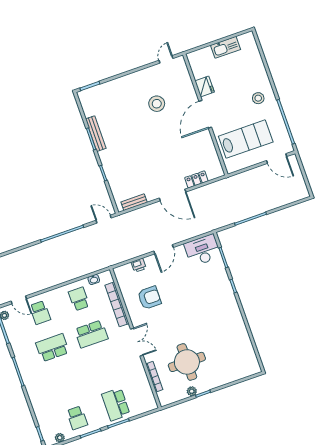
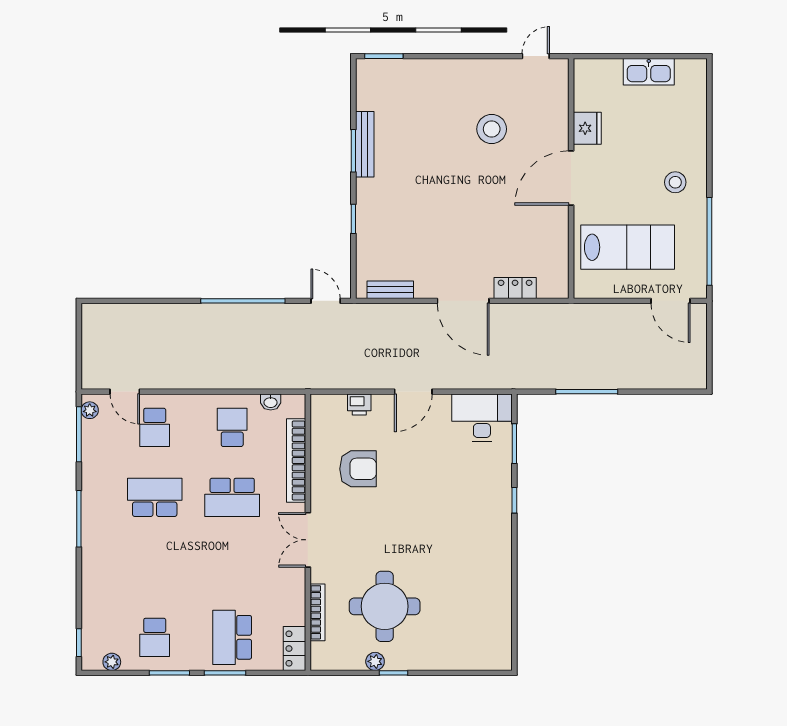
double door: (137, 342) -> (308, 540), swing flipped
locker: (149, 399) -> (295, 649), added

